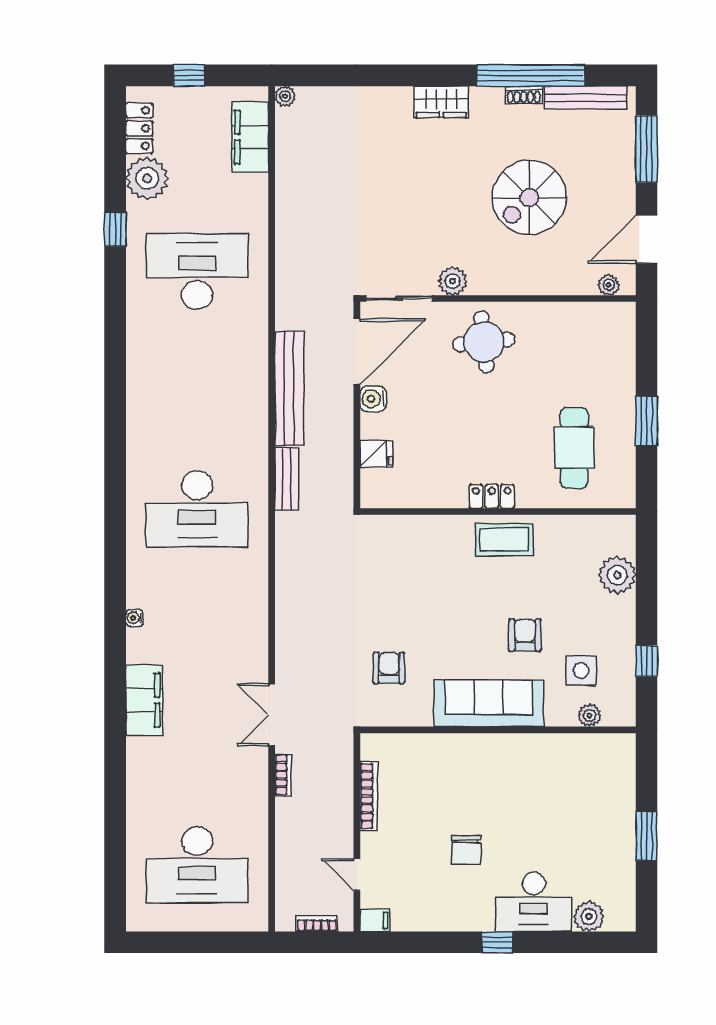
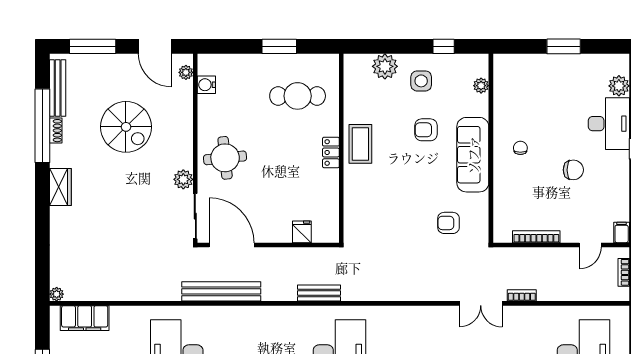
bench: (289, 388) -> (221, 291), moved
water cooler: (373, 399) -> (206, 85), moved, turned 90
side table: (581, 670) -> (421, 81), moved
chair: (498, 773) -> (520, 148), added

